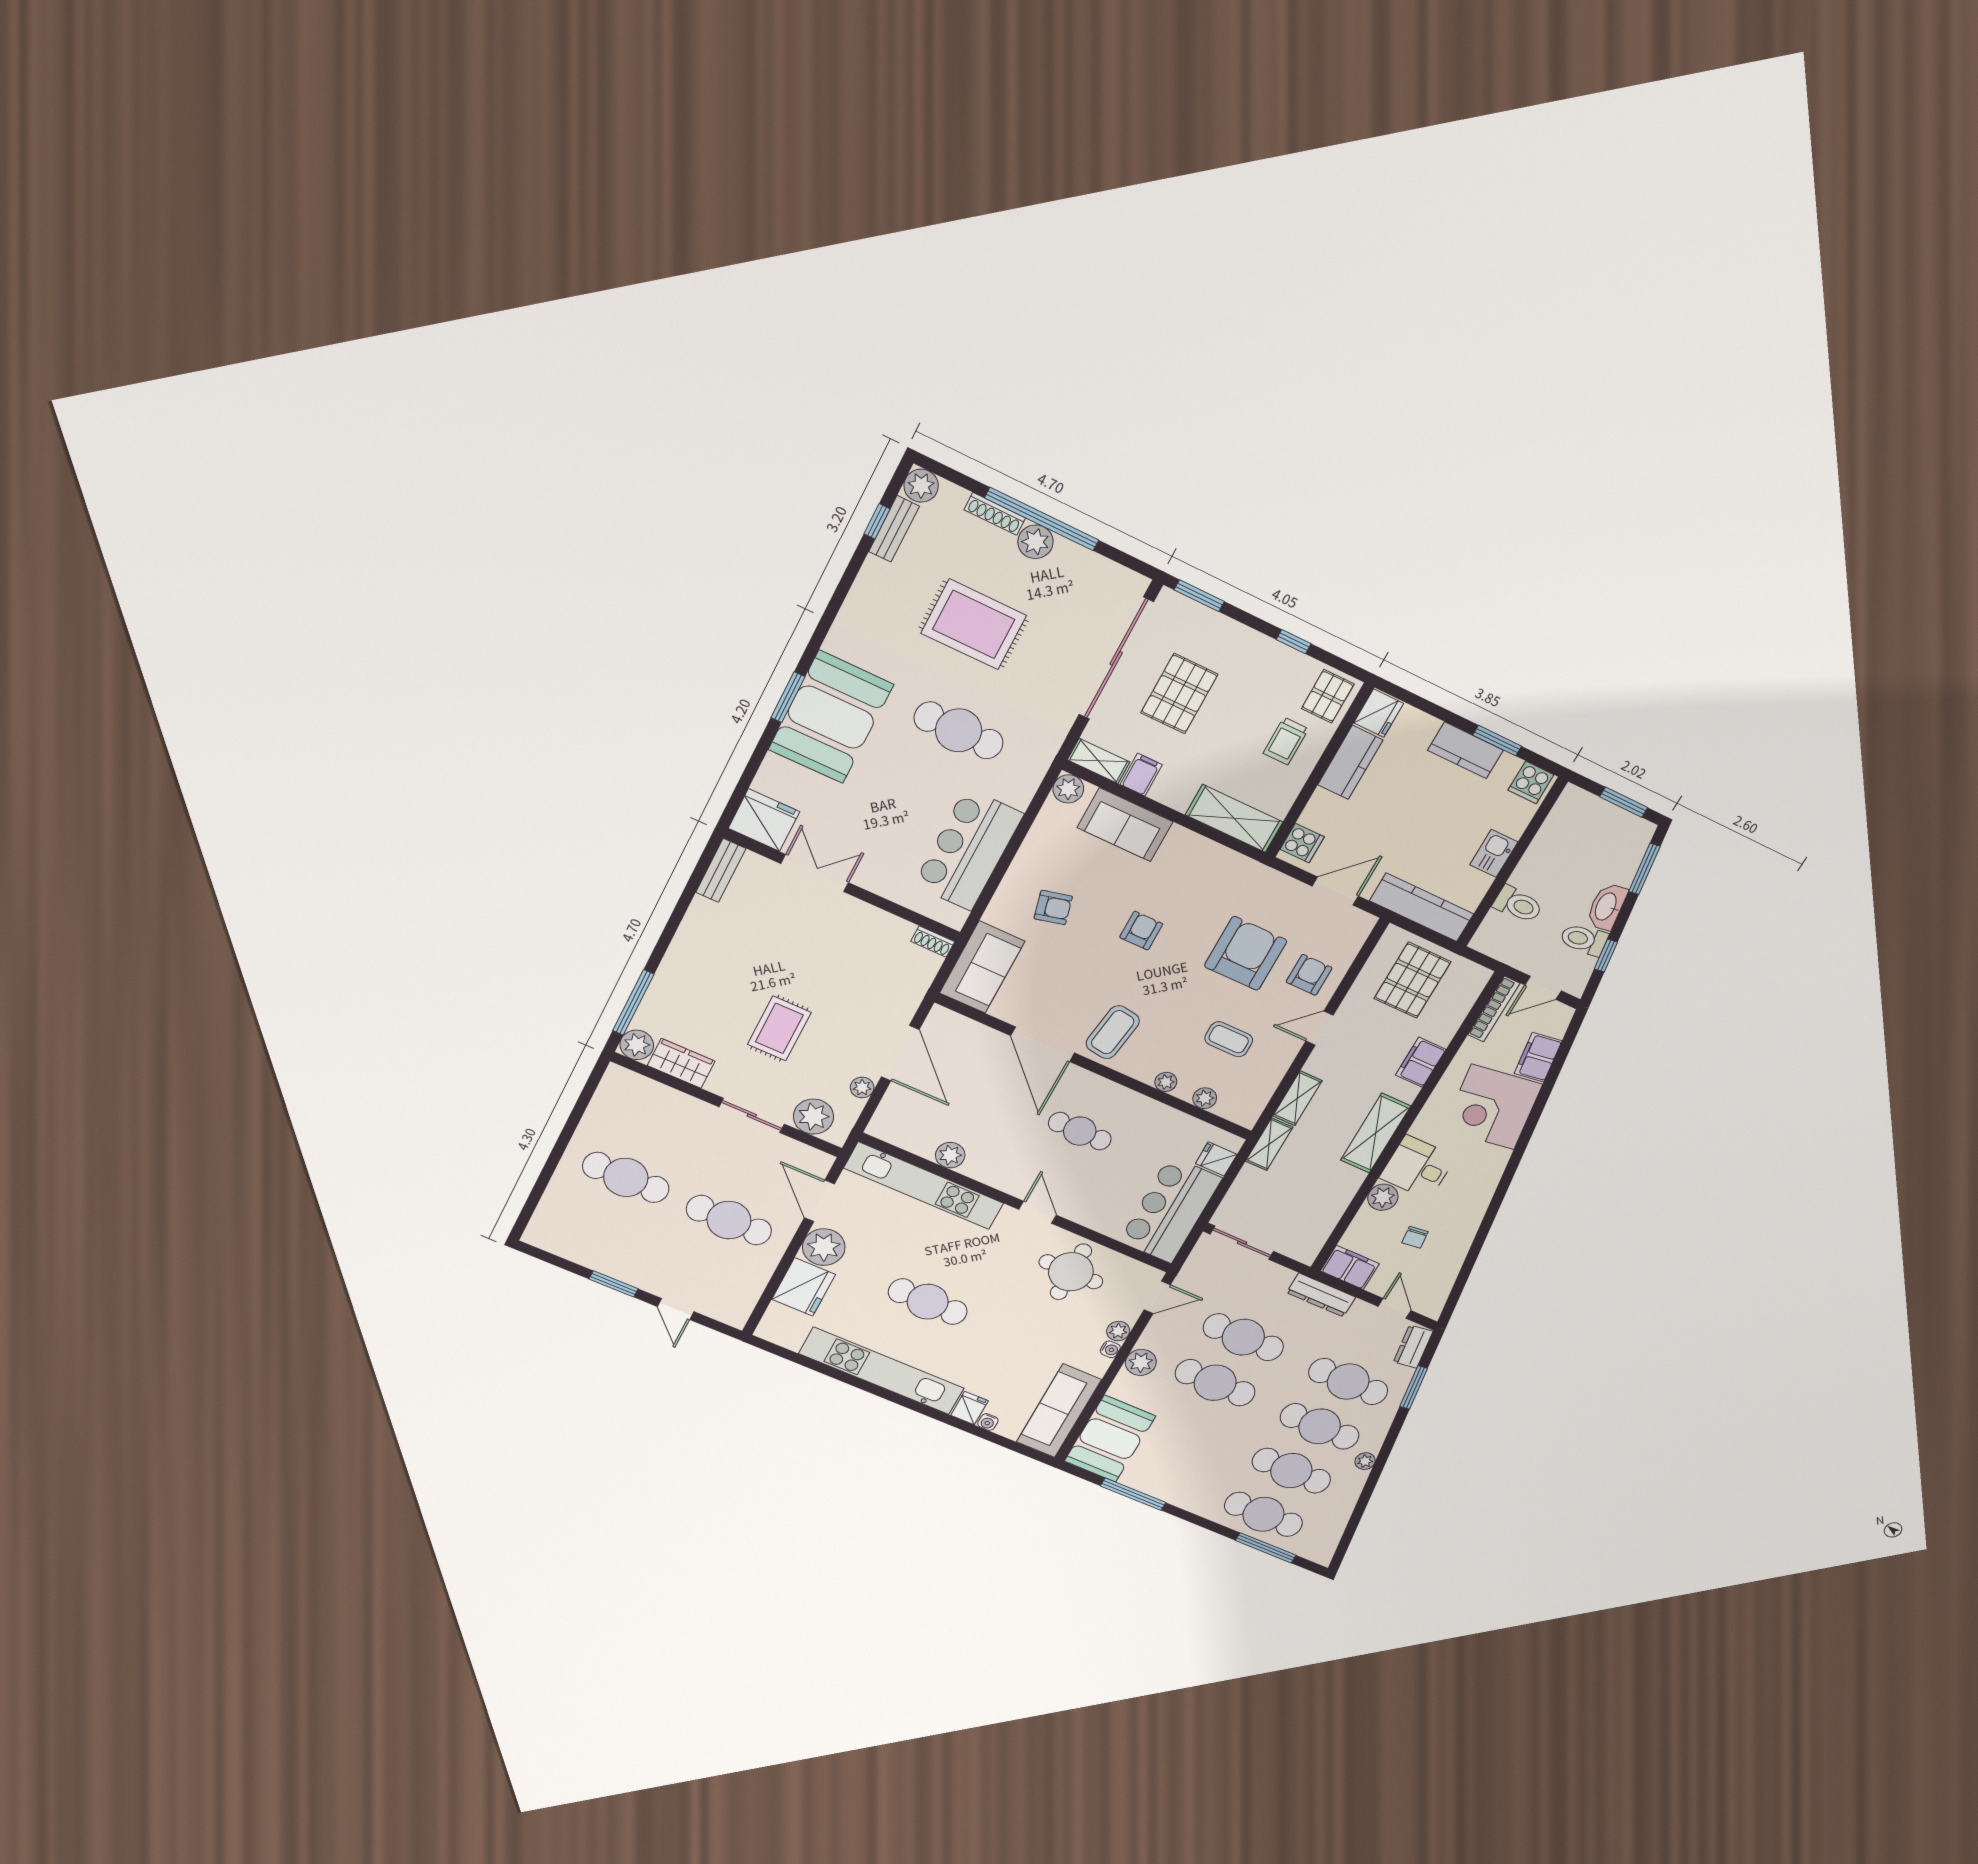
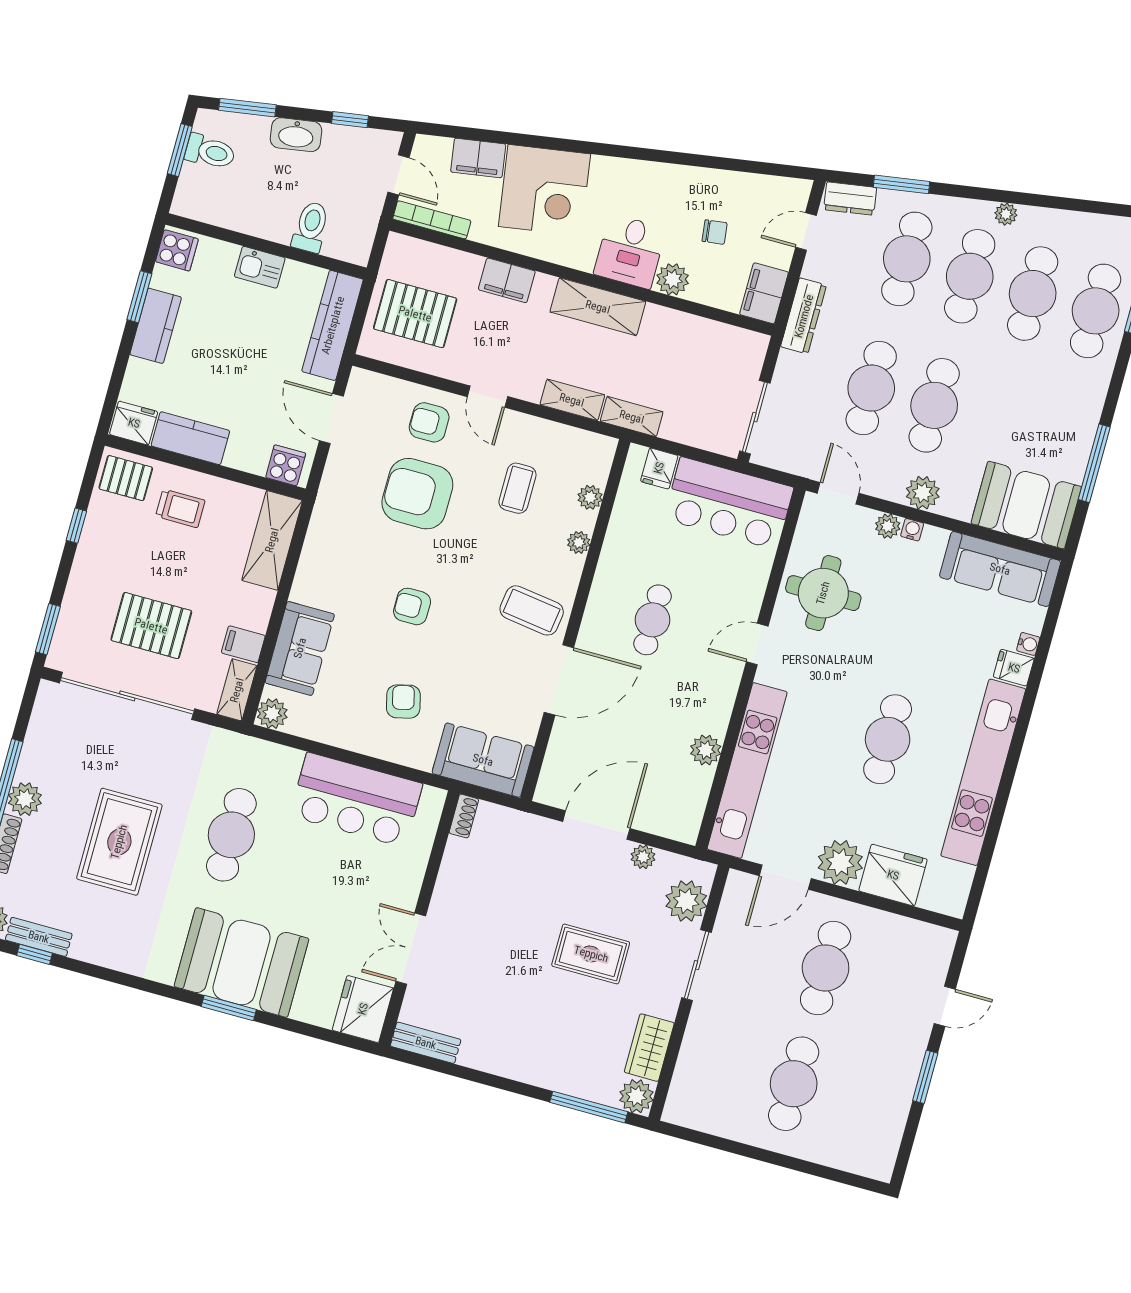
toilet: (1584, 940) -> (210, 152), moved, turned -81

